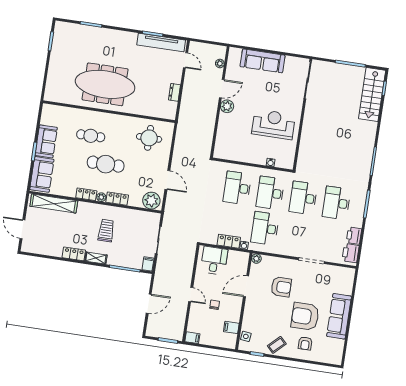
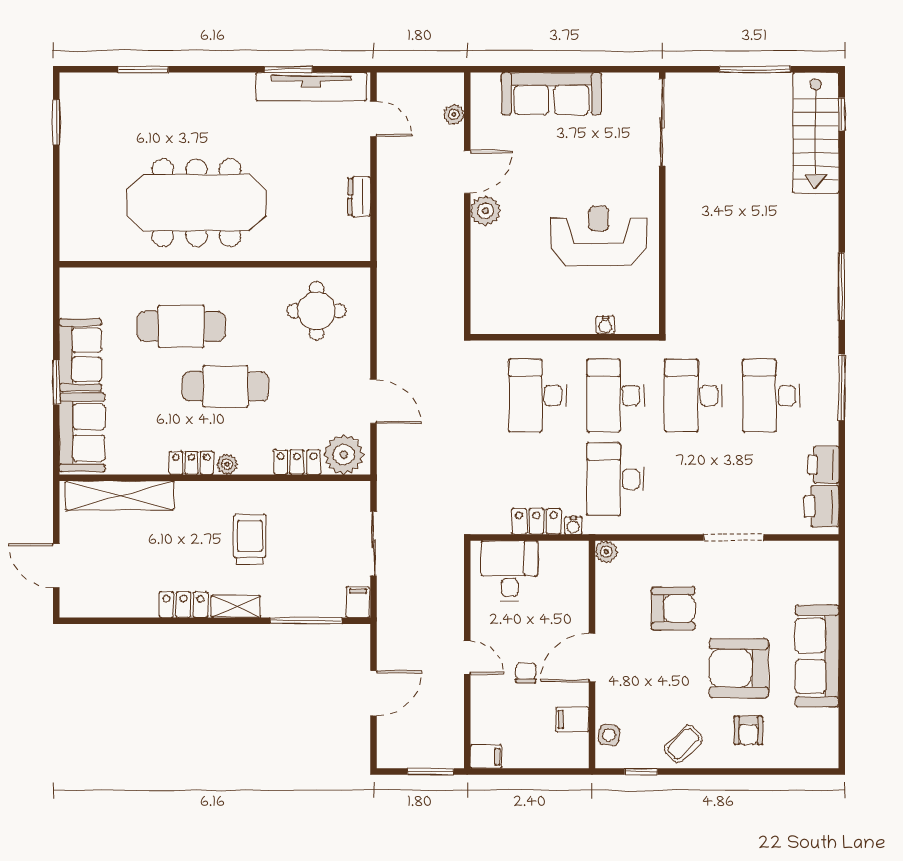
cafe table: (91, 136) -> (181, 326), width x1.37, depth x1.35
locker: (117, 199) -> (297, 462), moved
door: (246, 286) -> (592, 657), moved

